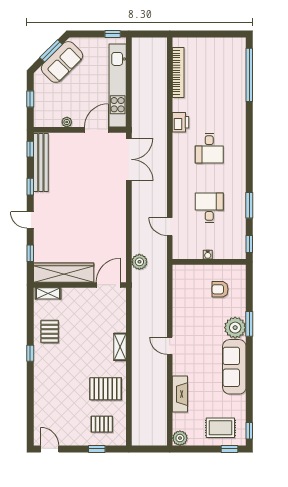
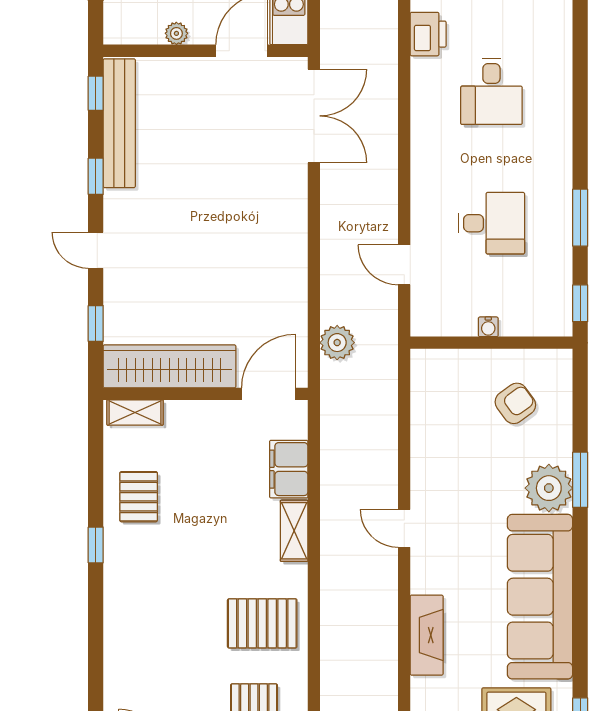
desk: (209, 208) -> (491, 223), turned 90
armchair: (220, 289) -> (515, 403), turned 144
filing cabinet: (118, 319) -> (289, 469), added
sofa: (234, 367) -> (540, 597), width x1.36, depth x1.27

